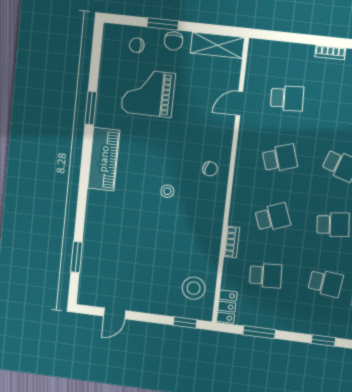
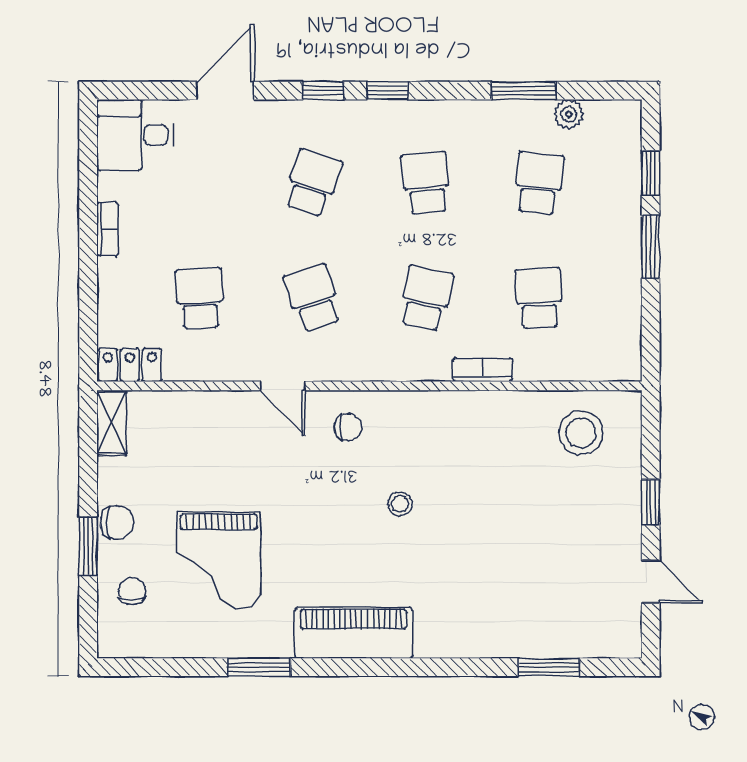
chair: (137, 45) -> (132, 591), turned 180
shelving: (217, 45) -> (111, 423), width x0.67, depth x0.75
door: (239, 103) -> (283, 386), moved
chair: (210, 169) -> (348, 427), turned 73
school desk: (273, 217) -> (426, 298), turned 33
locker: (227, 307) -> (130, 365), moved
window: (185, 323) -> (651, 502), moved
window: (259, 332) -> (651, 247), moved

